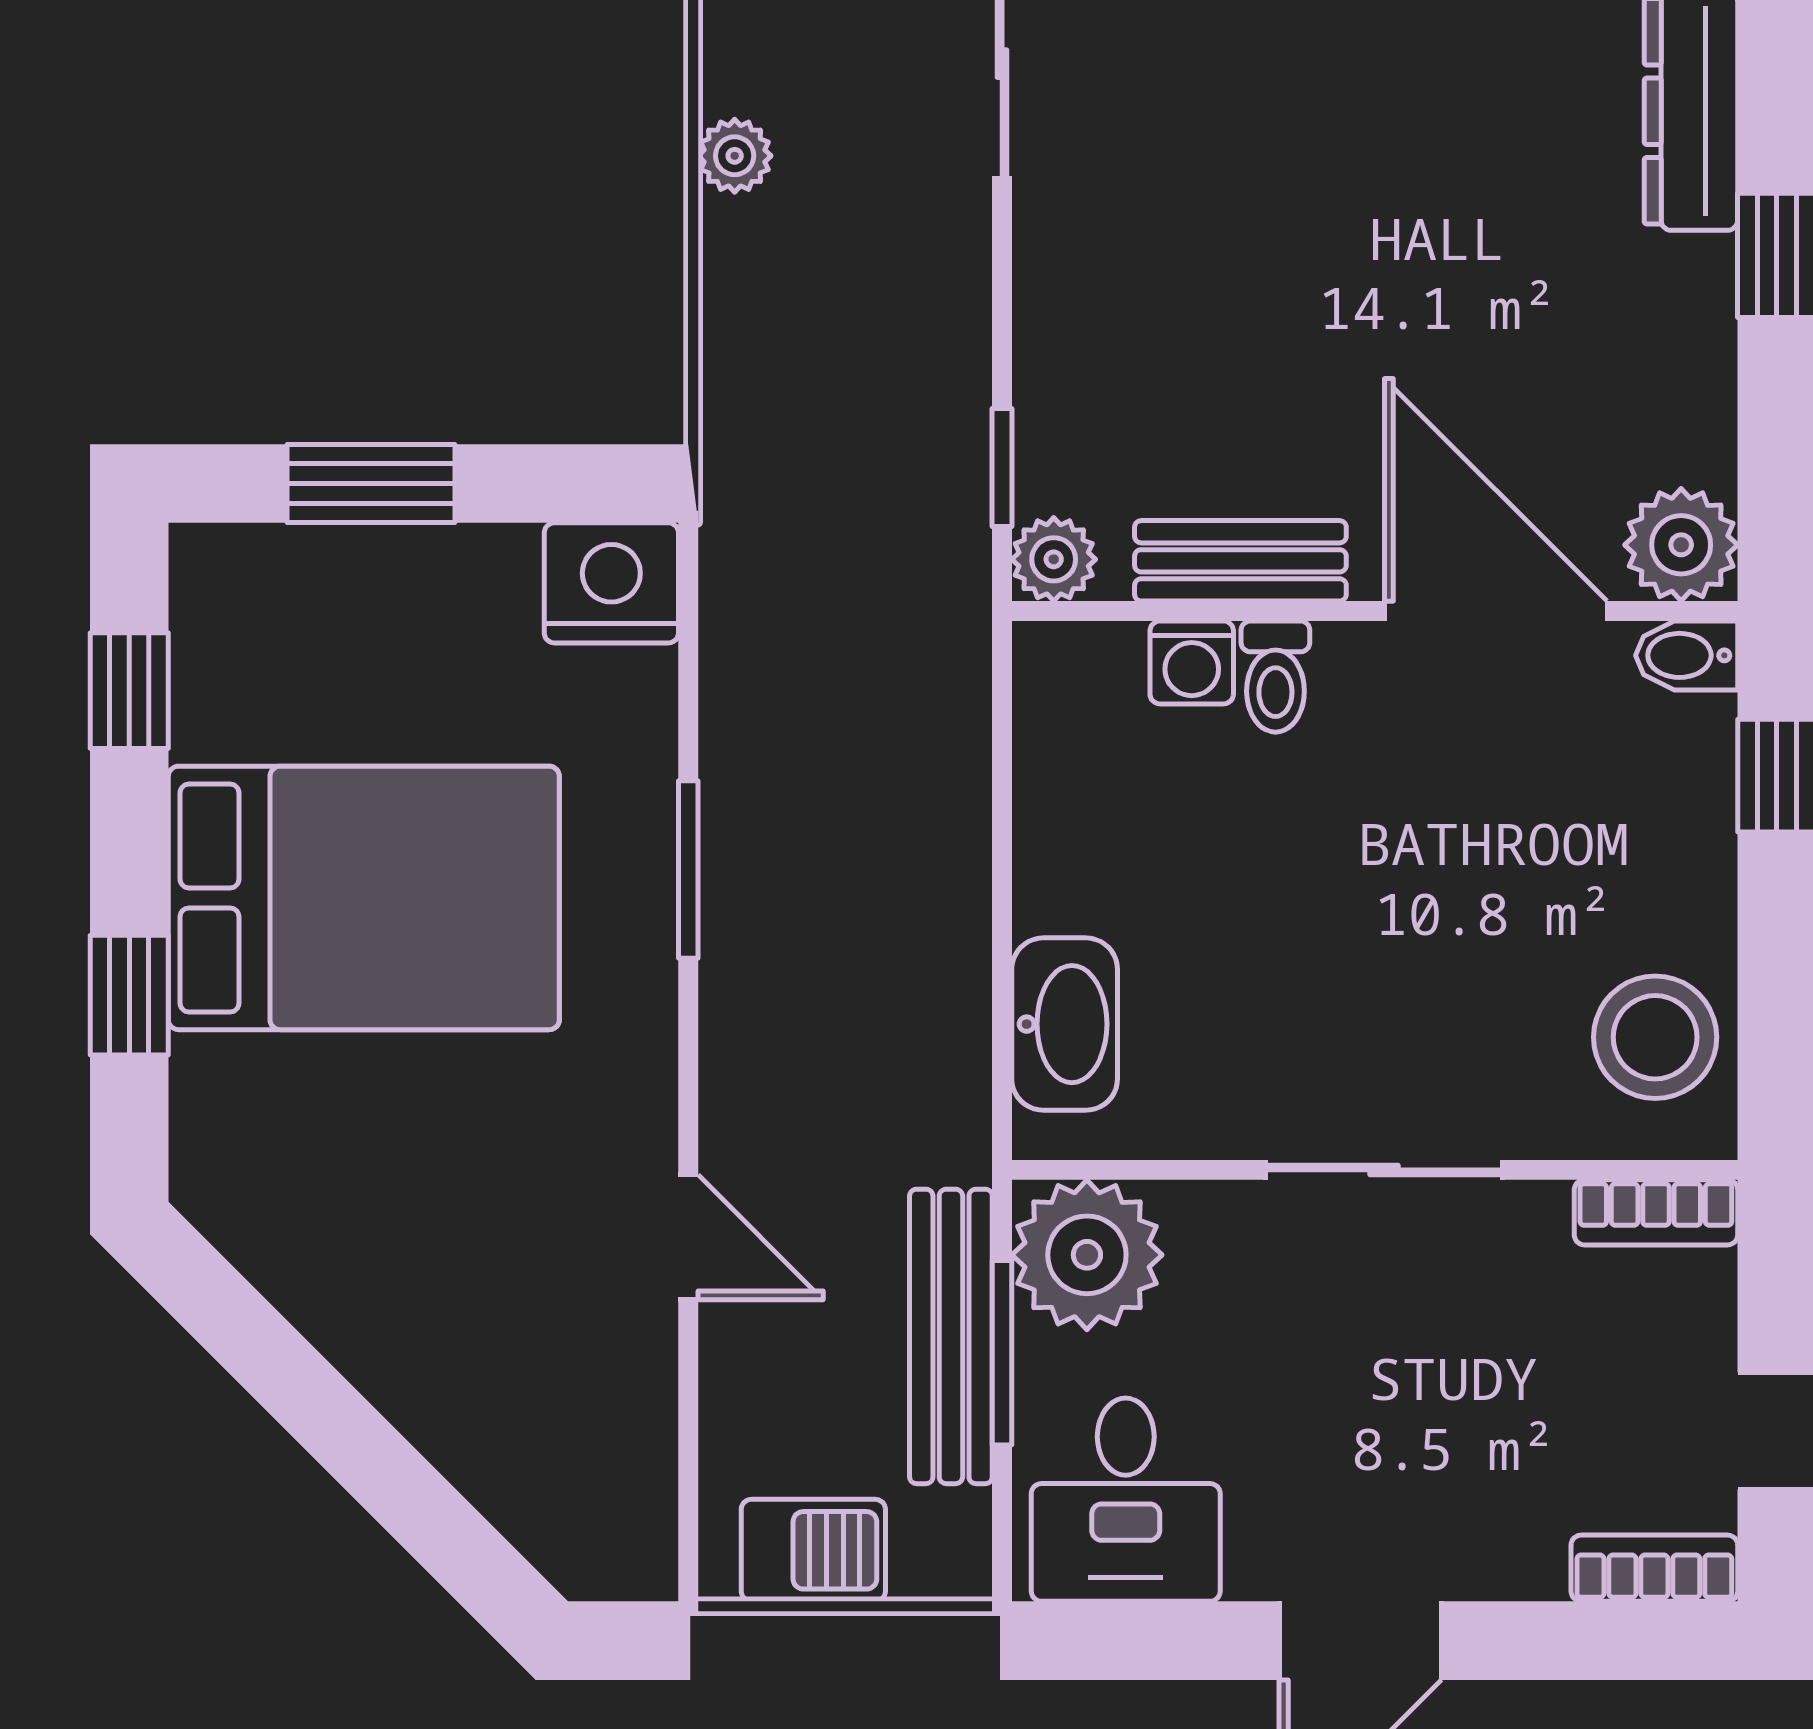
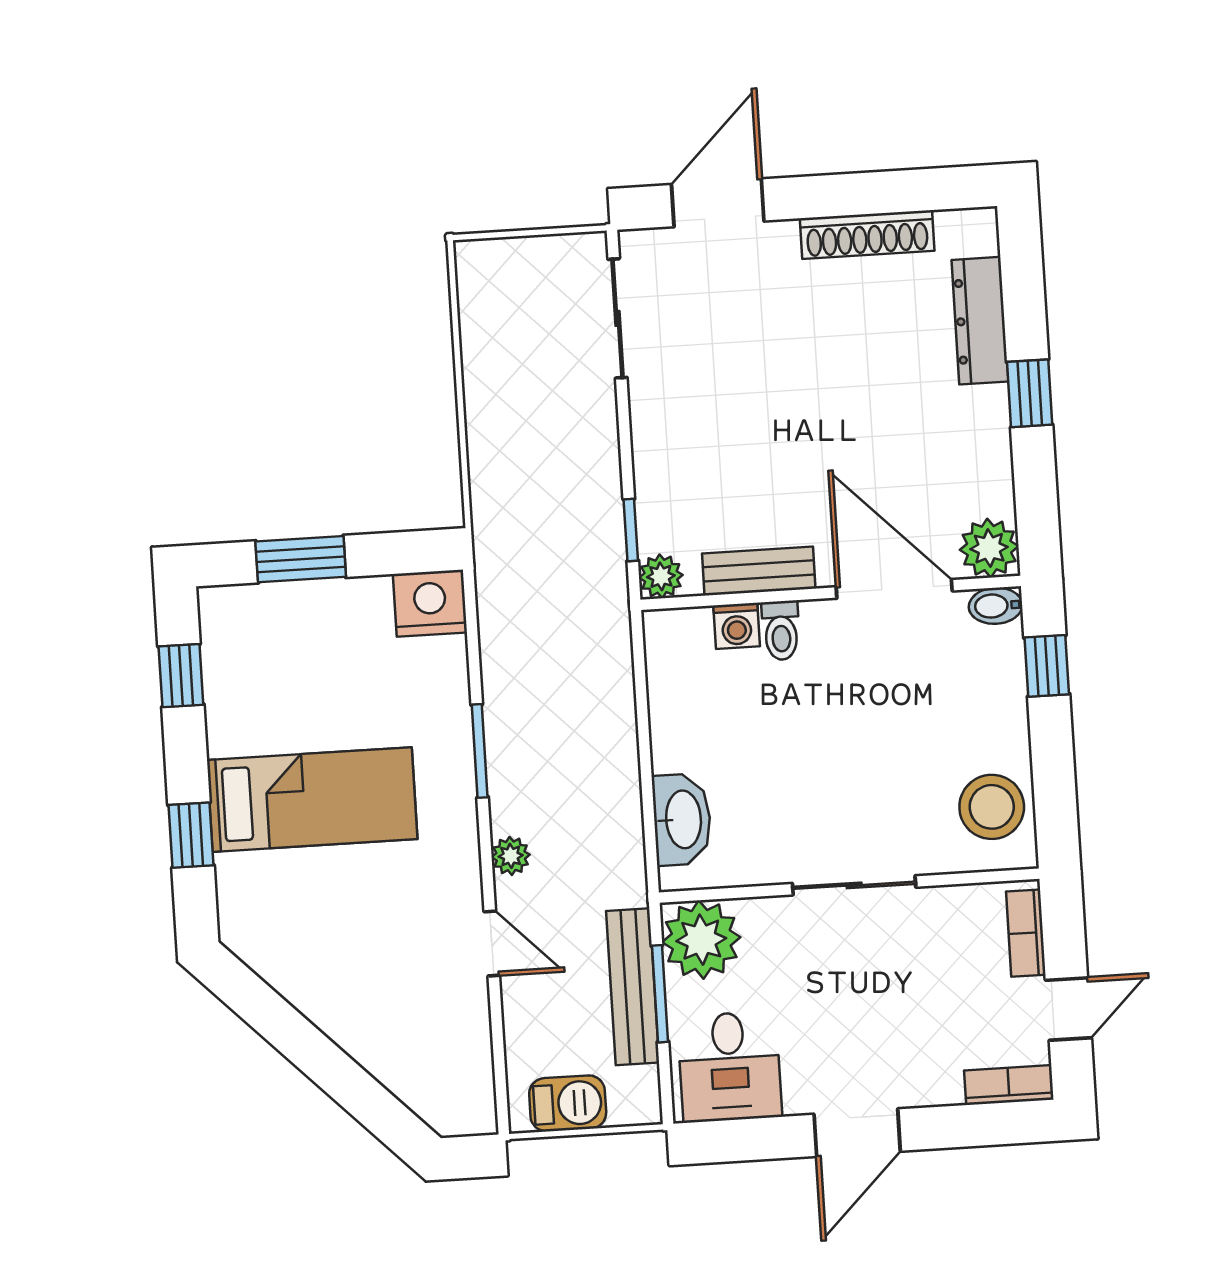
plant: (735, 156) -> (511, 856), moved
bed: (364, 898) -> (312, 800), width x0.67
bookcase: (1656, 1212) -> (1026, 933), moved, turned 90

